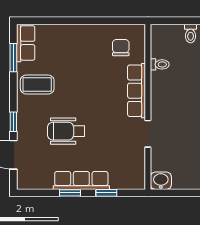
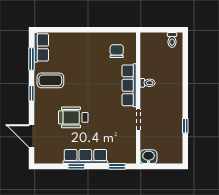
toilet: (160, 64) -> (148, 83), moved
window: (13, 122) -> (31, 93), moved
window: (106, 193) -> (117, 166), moved

